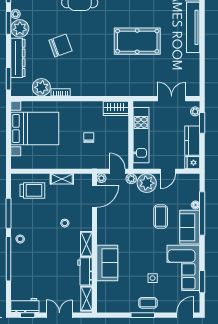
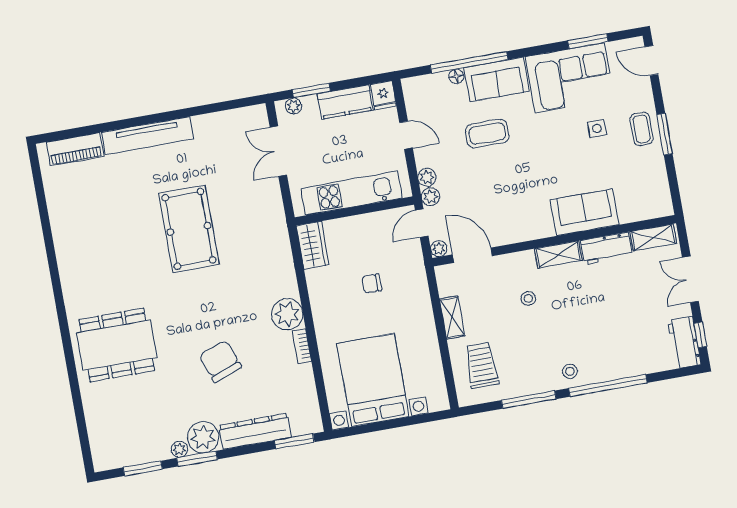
plant: (41, 87) -> (287, 314), moved
plant: (147, 183) -> (427, 177), width x0.53, depth x0.53

